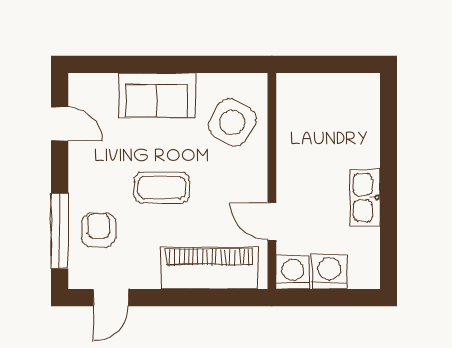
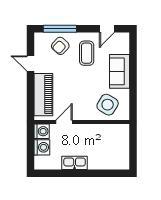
coffee table: (162, 188) -> (87, 53), moved
armchair: (99, 230) -> (60, 46), turned 133
door: (111, 298) -> (31, 63), moved

